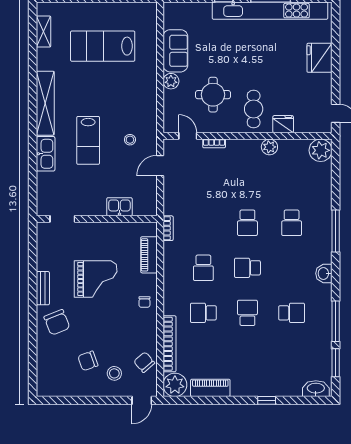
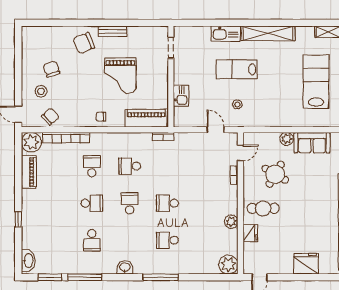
round table: (213, 95) -> (275, 174), turned 30
piano: (149, 255) -> (146, 118), width x1.37, depth x1.33

